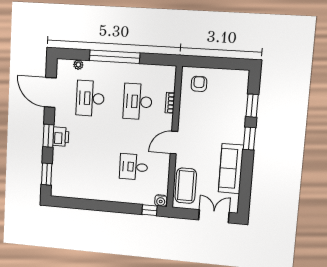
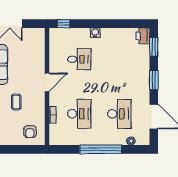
printer: (61, 137) -> (143, 36), moved
coffee table: (186, 186) -> (16, 102), moved, width x0.54, depth x0.58
water cooler: (161, 201) -> (95, 33), moved

